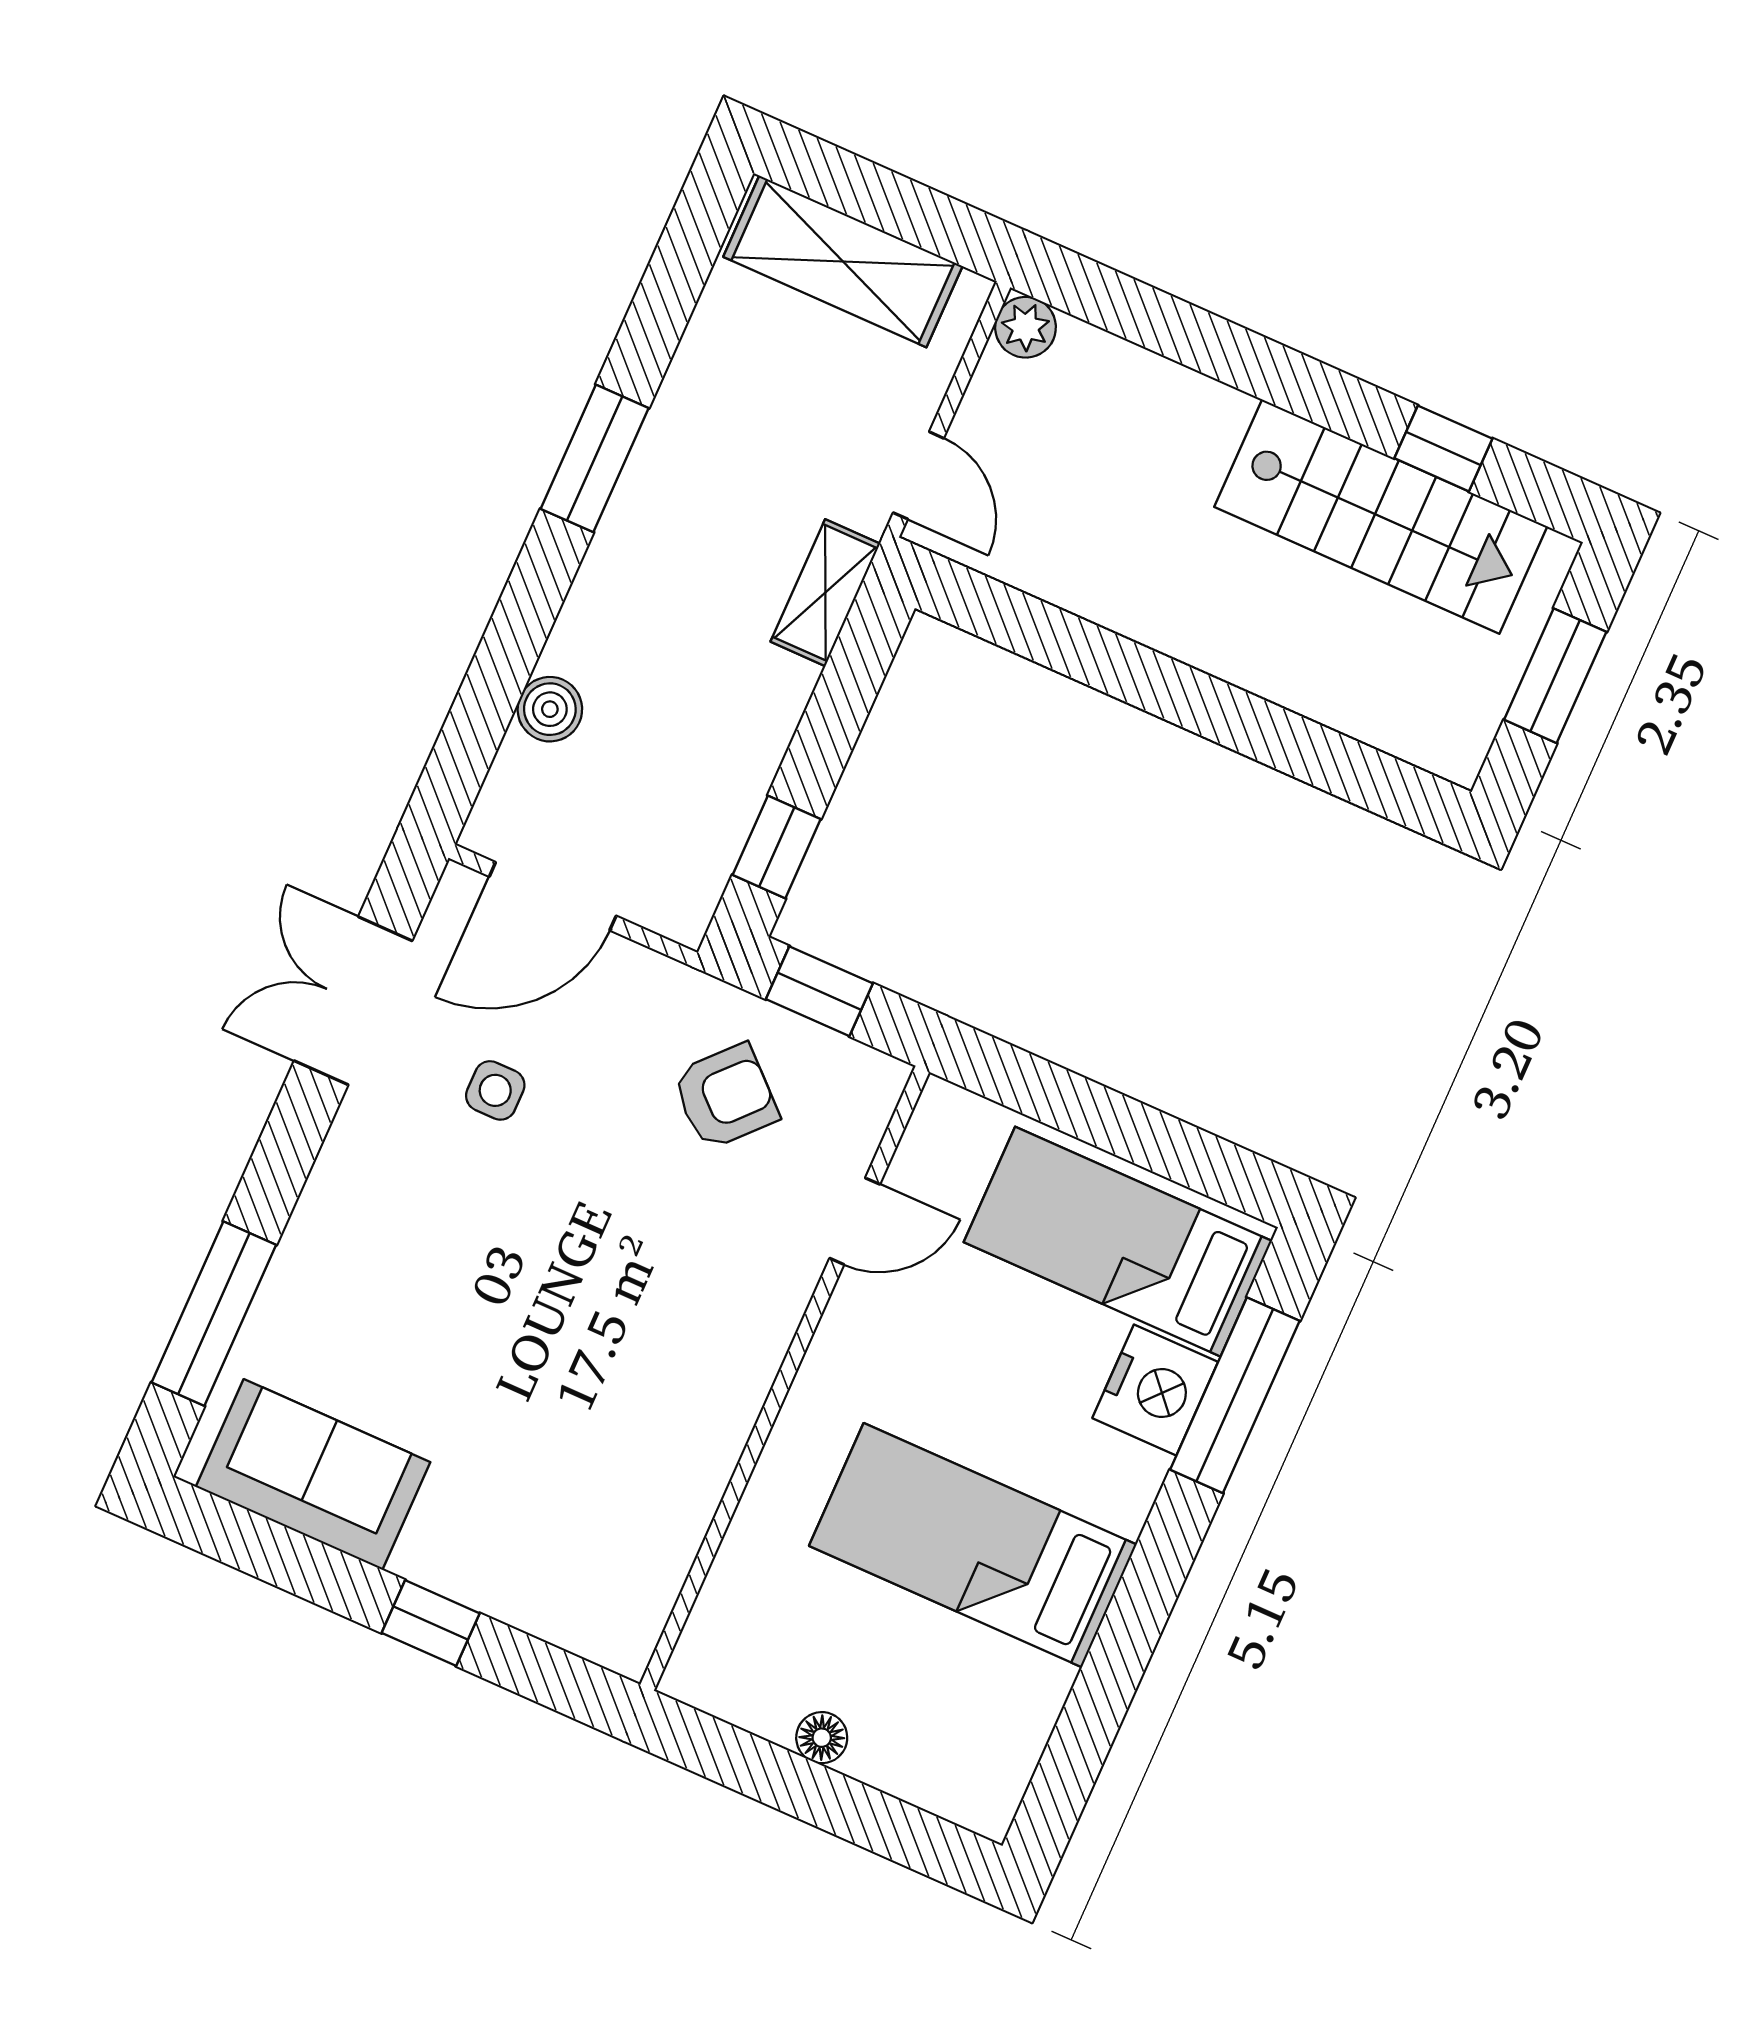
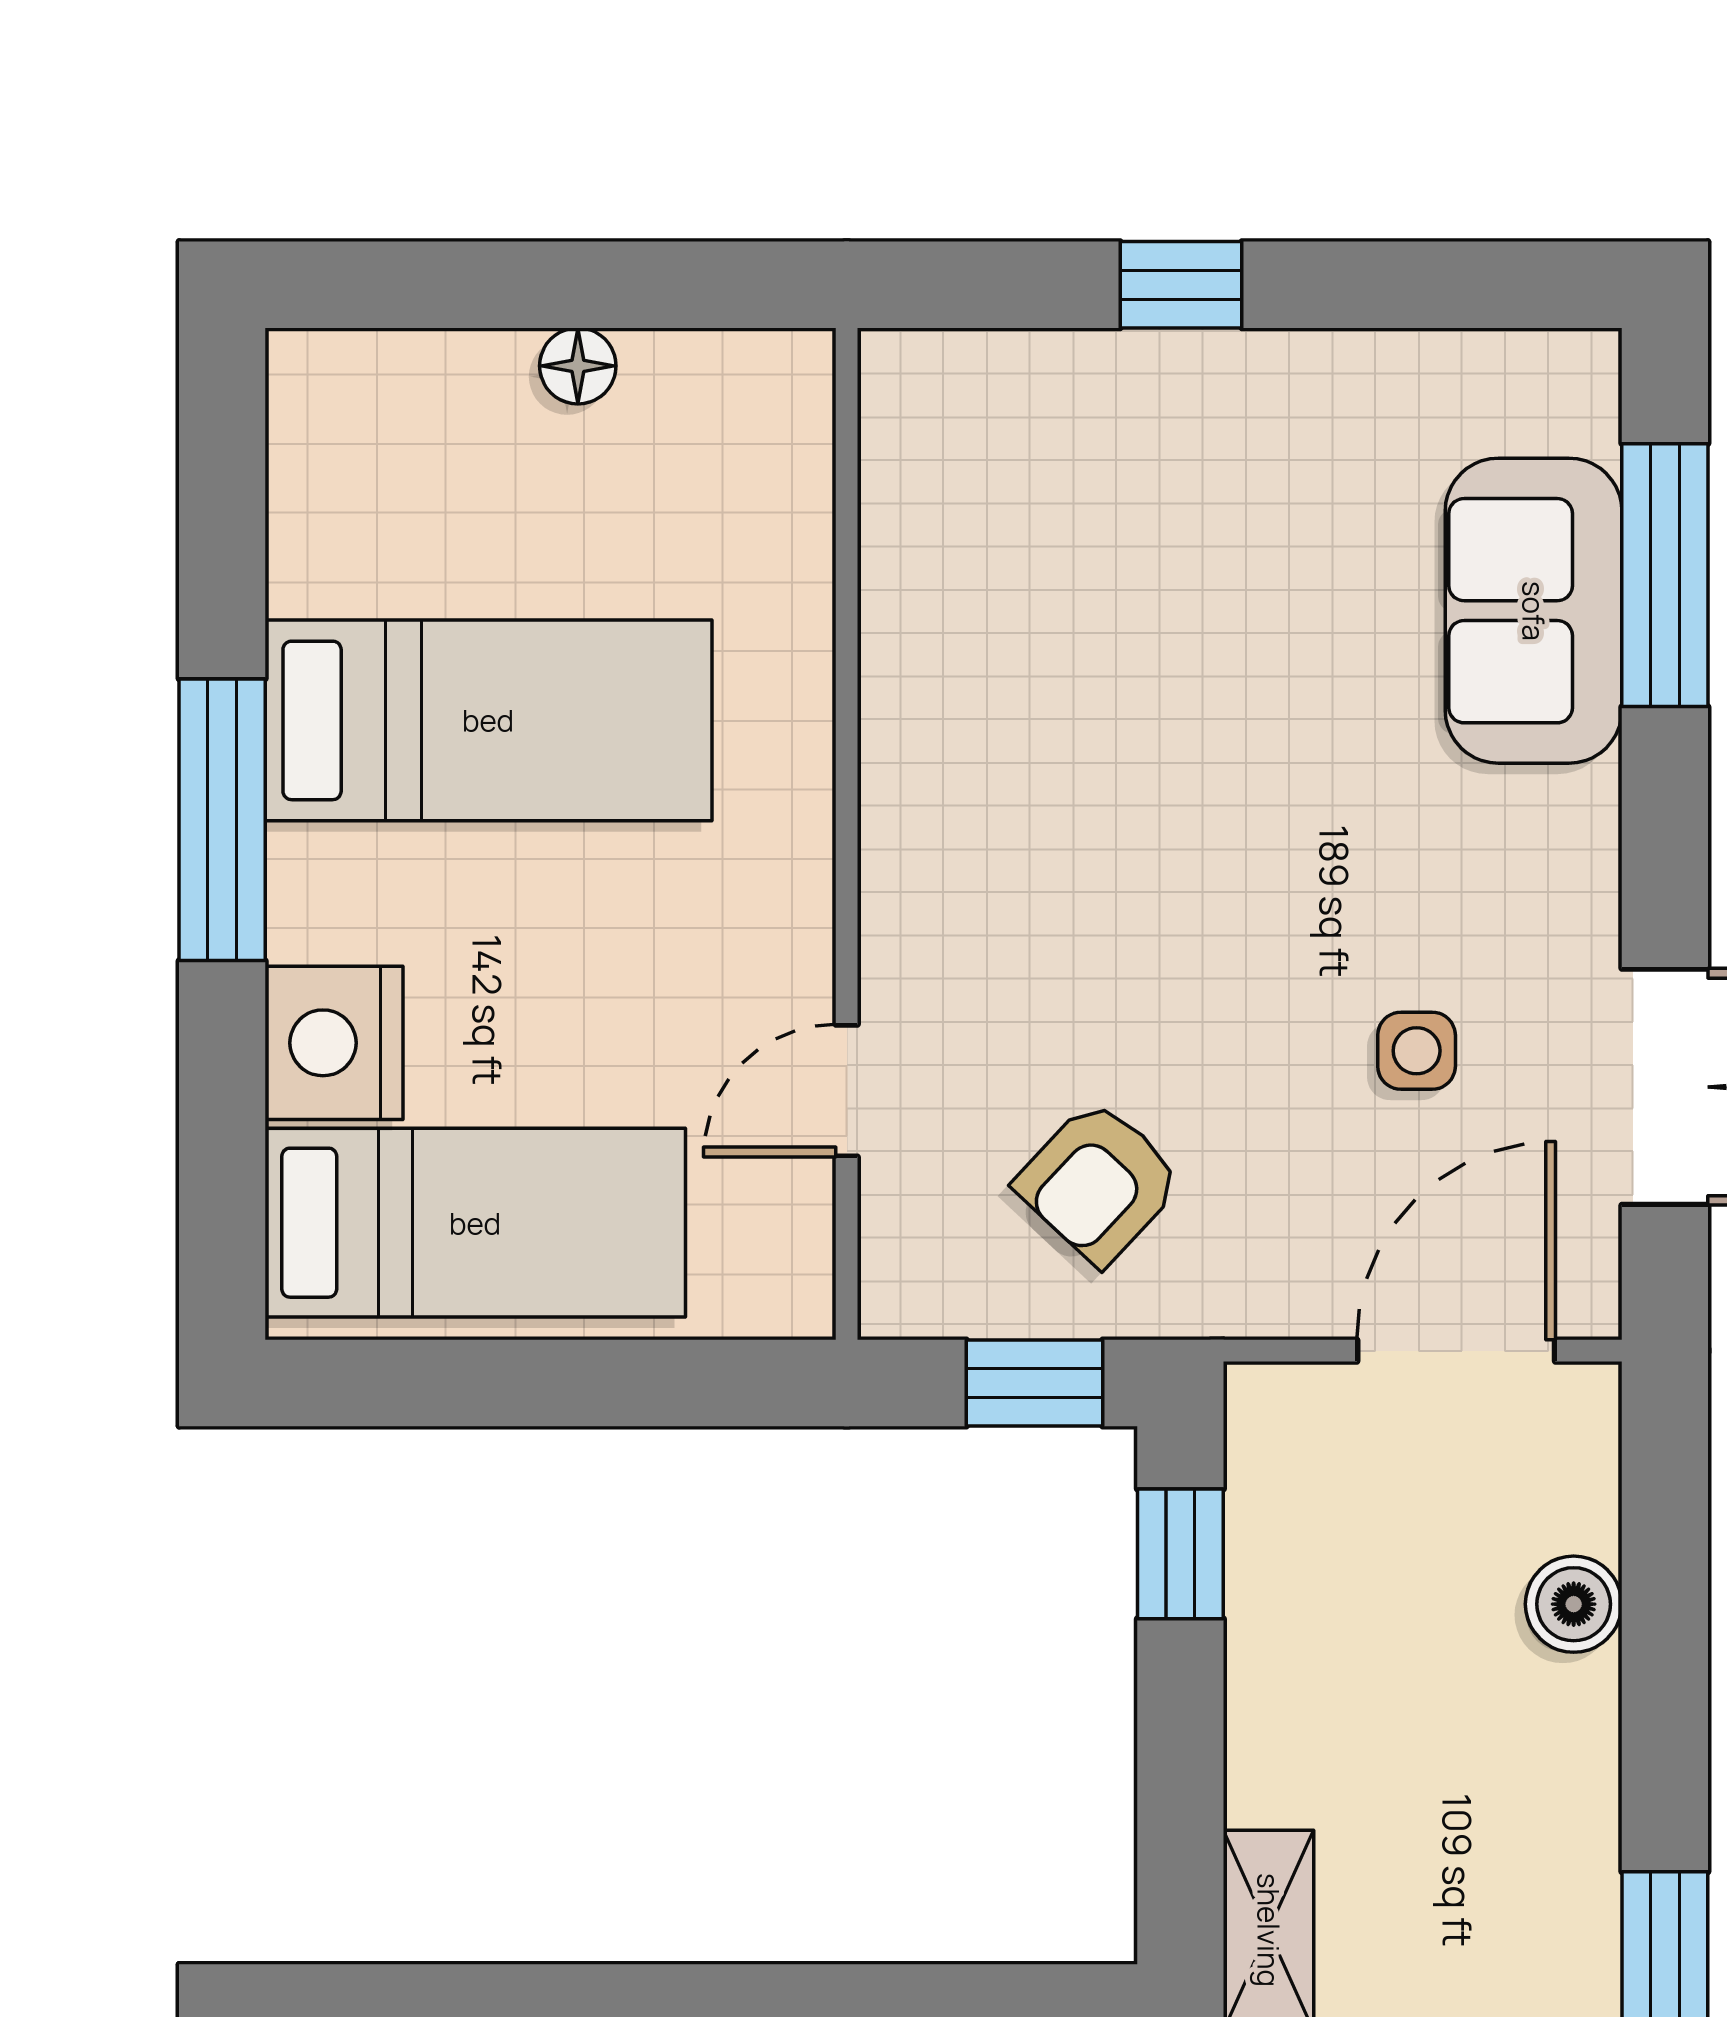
window: (1235, 1395) -> (222, 820), moved
sofa: (313, 1474) -> (1534, 611), moved, turned 90

